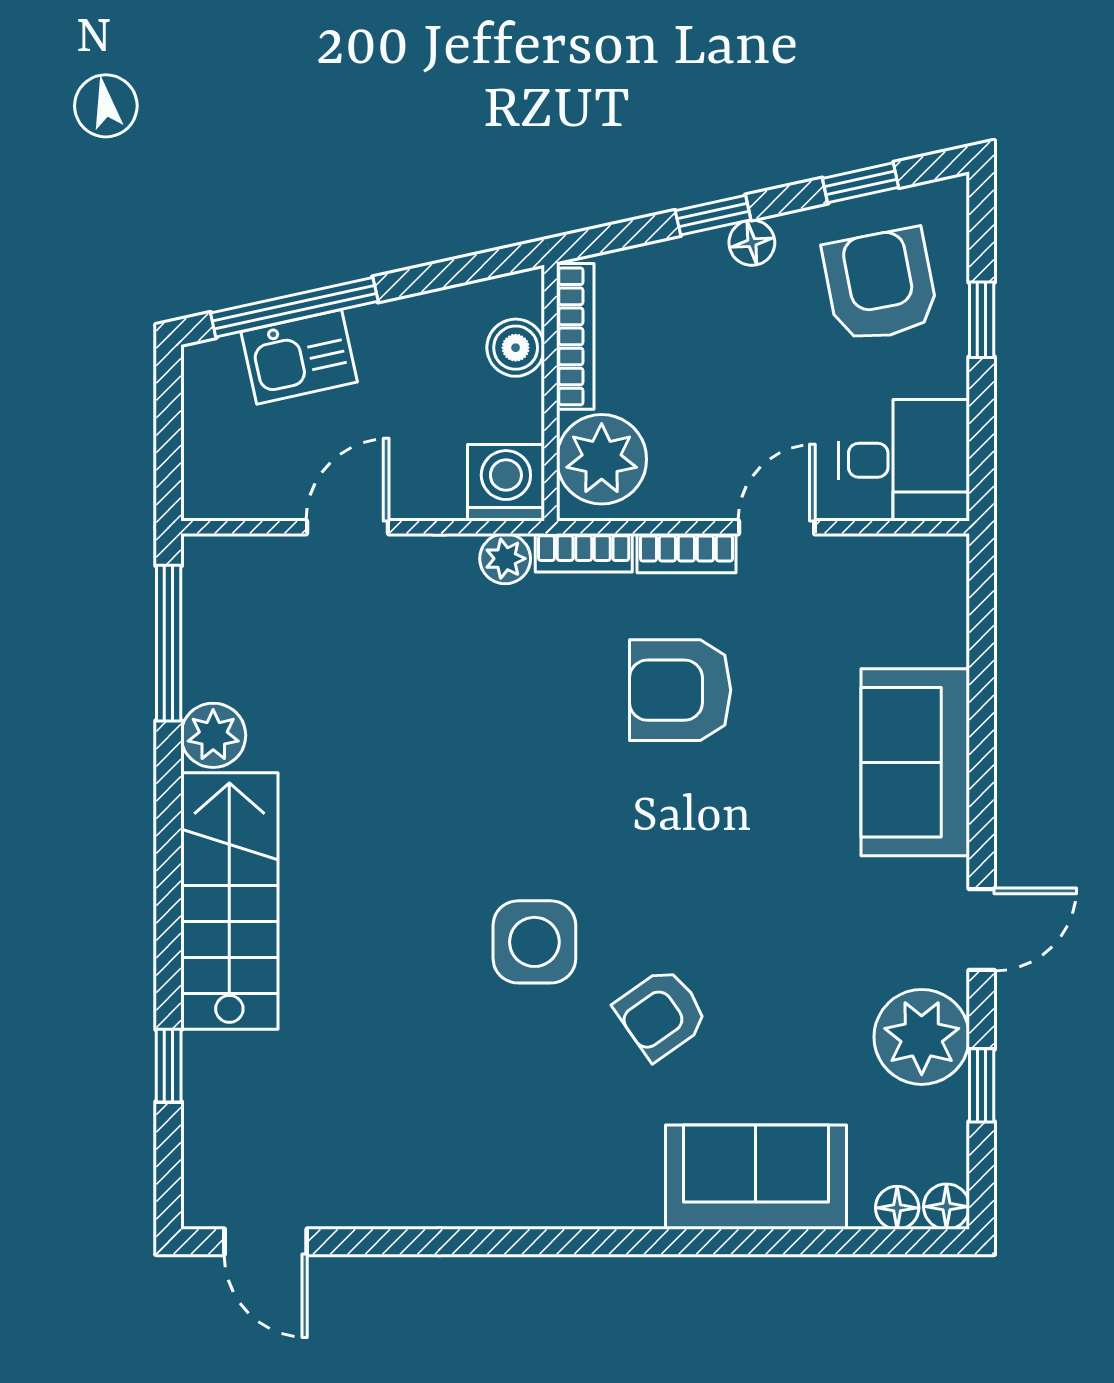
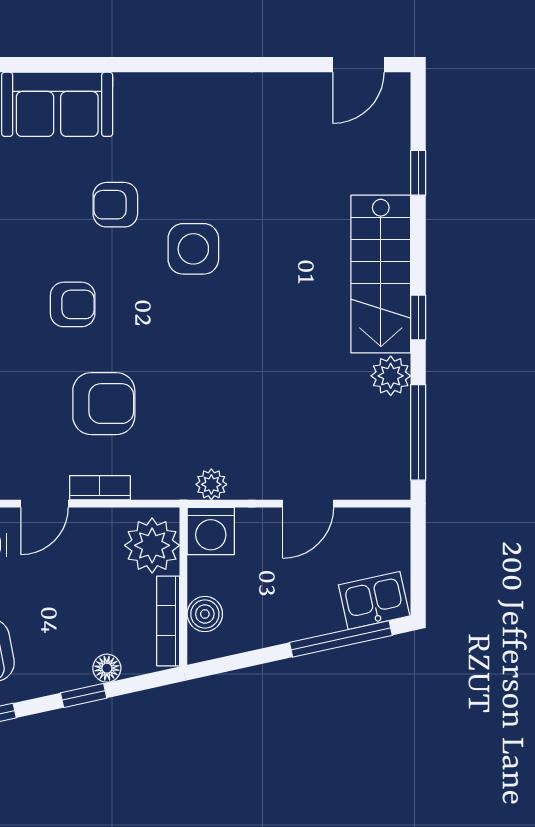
floor lamp: (752, 243) -> (107, 668), moved
kitchen sink: (299, 357) -> (374, 600), moved
bookcase: (584, 553) -> (163, 488), removed
window: (169, 830) -> (418, 317), added
armchair: (731, 851) -> (73, 304), added
armchair: (661, 1014) -> (115, 205), turned -145
door: (266, 1242) -> (358, 65), swing flipped

